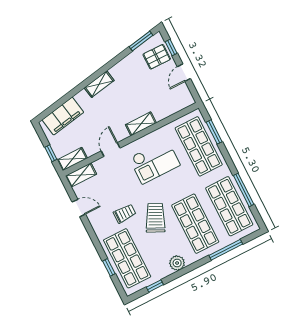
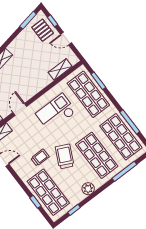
pallet: (157, 57) -> (43, 30), turned 90
door: (184, 73) -> (66, 39), hinge flipped
shelving: (141, 124) -> (60, 69), moved
checkout: (155, 162) -> (56, 113), turned 180

